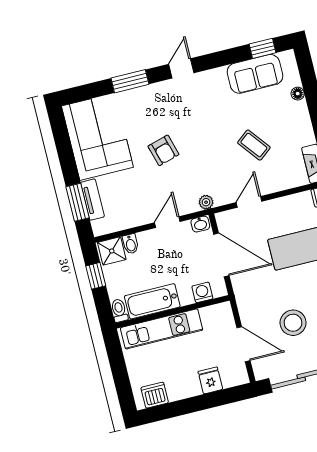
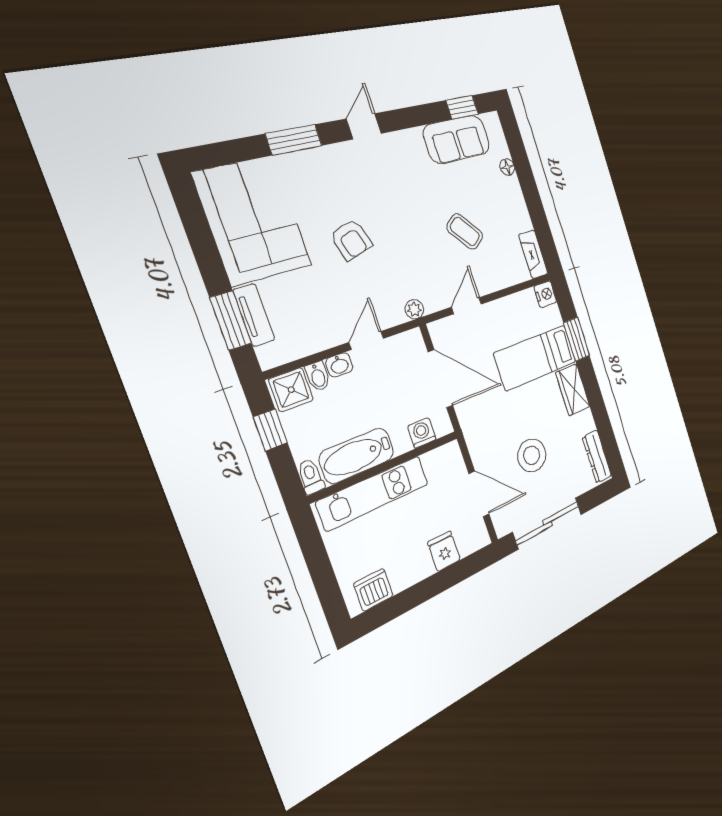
washbasin: (200, 224) -> (339, 365), moved

